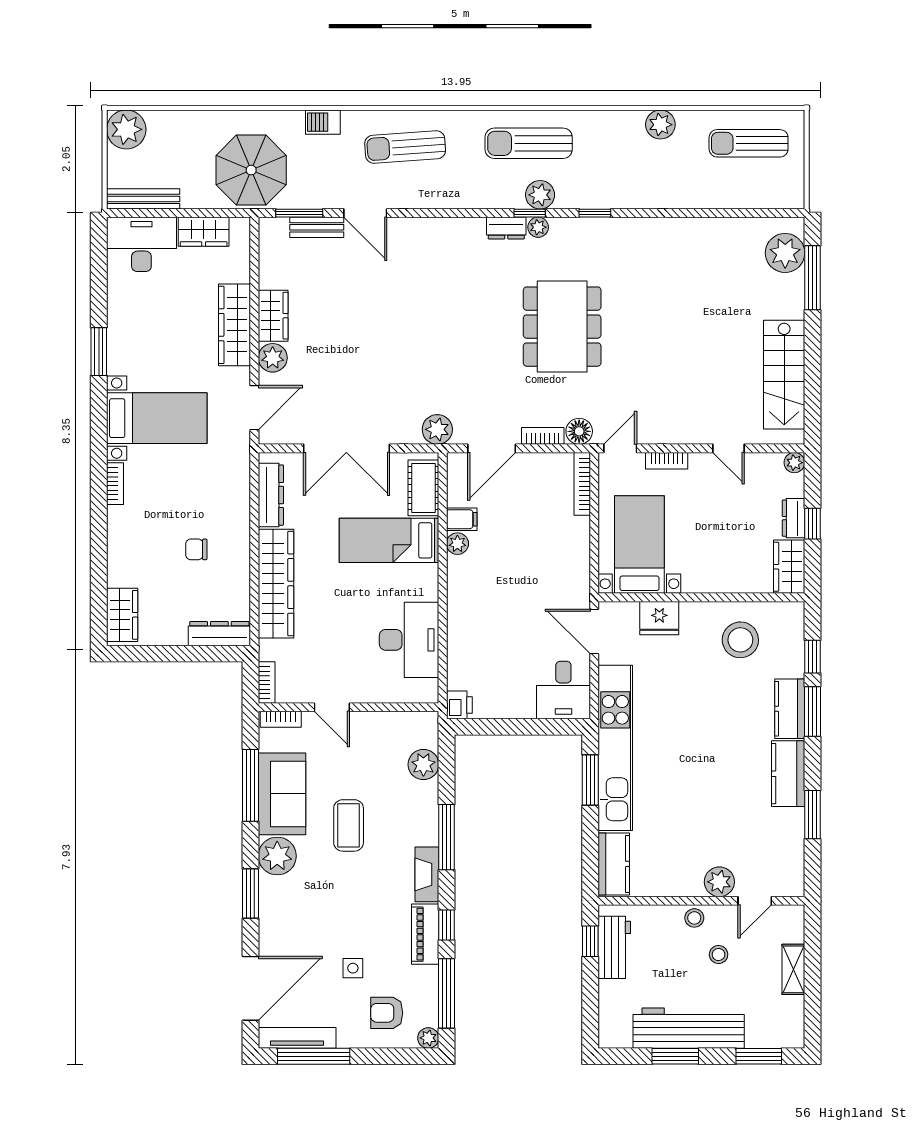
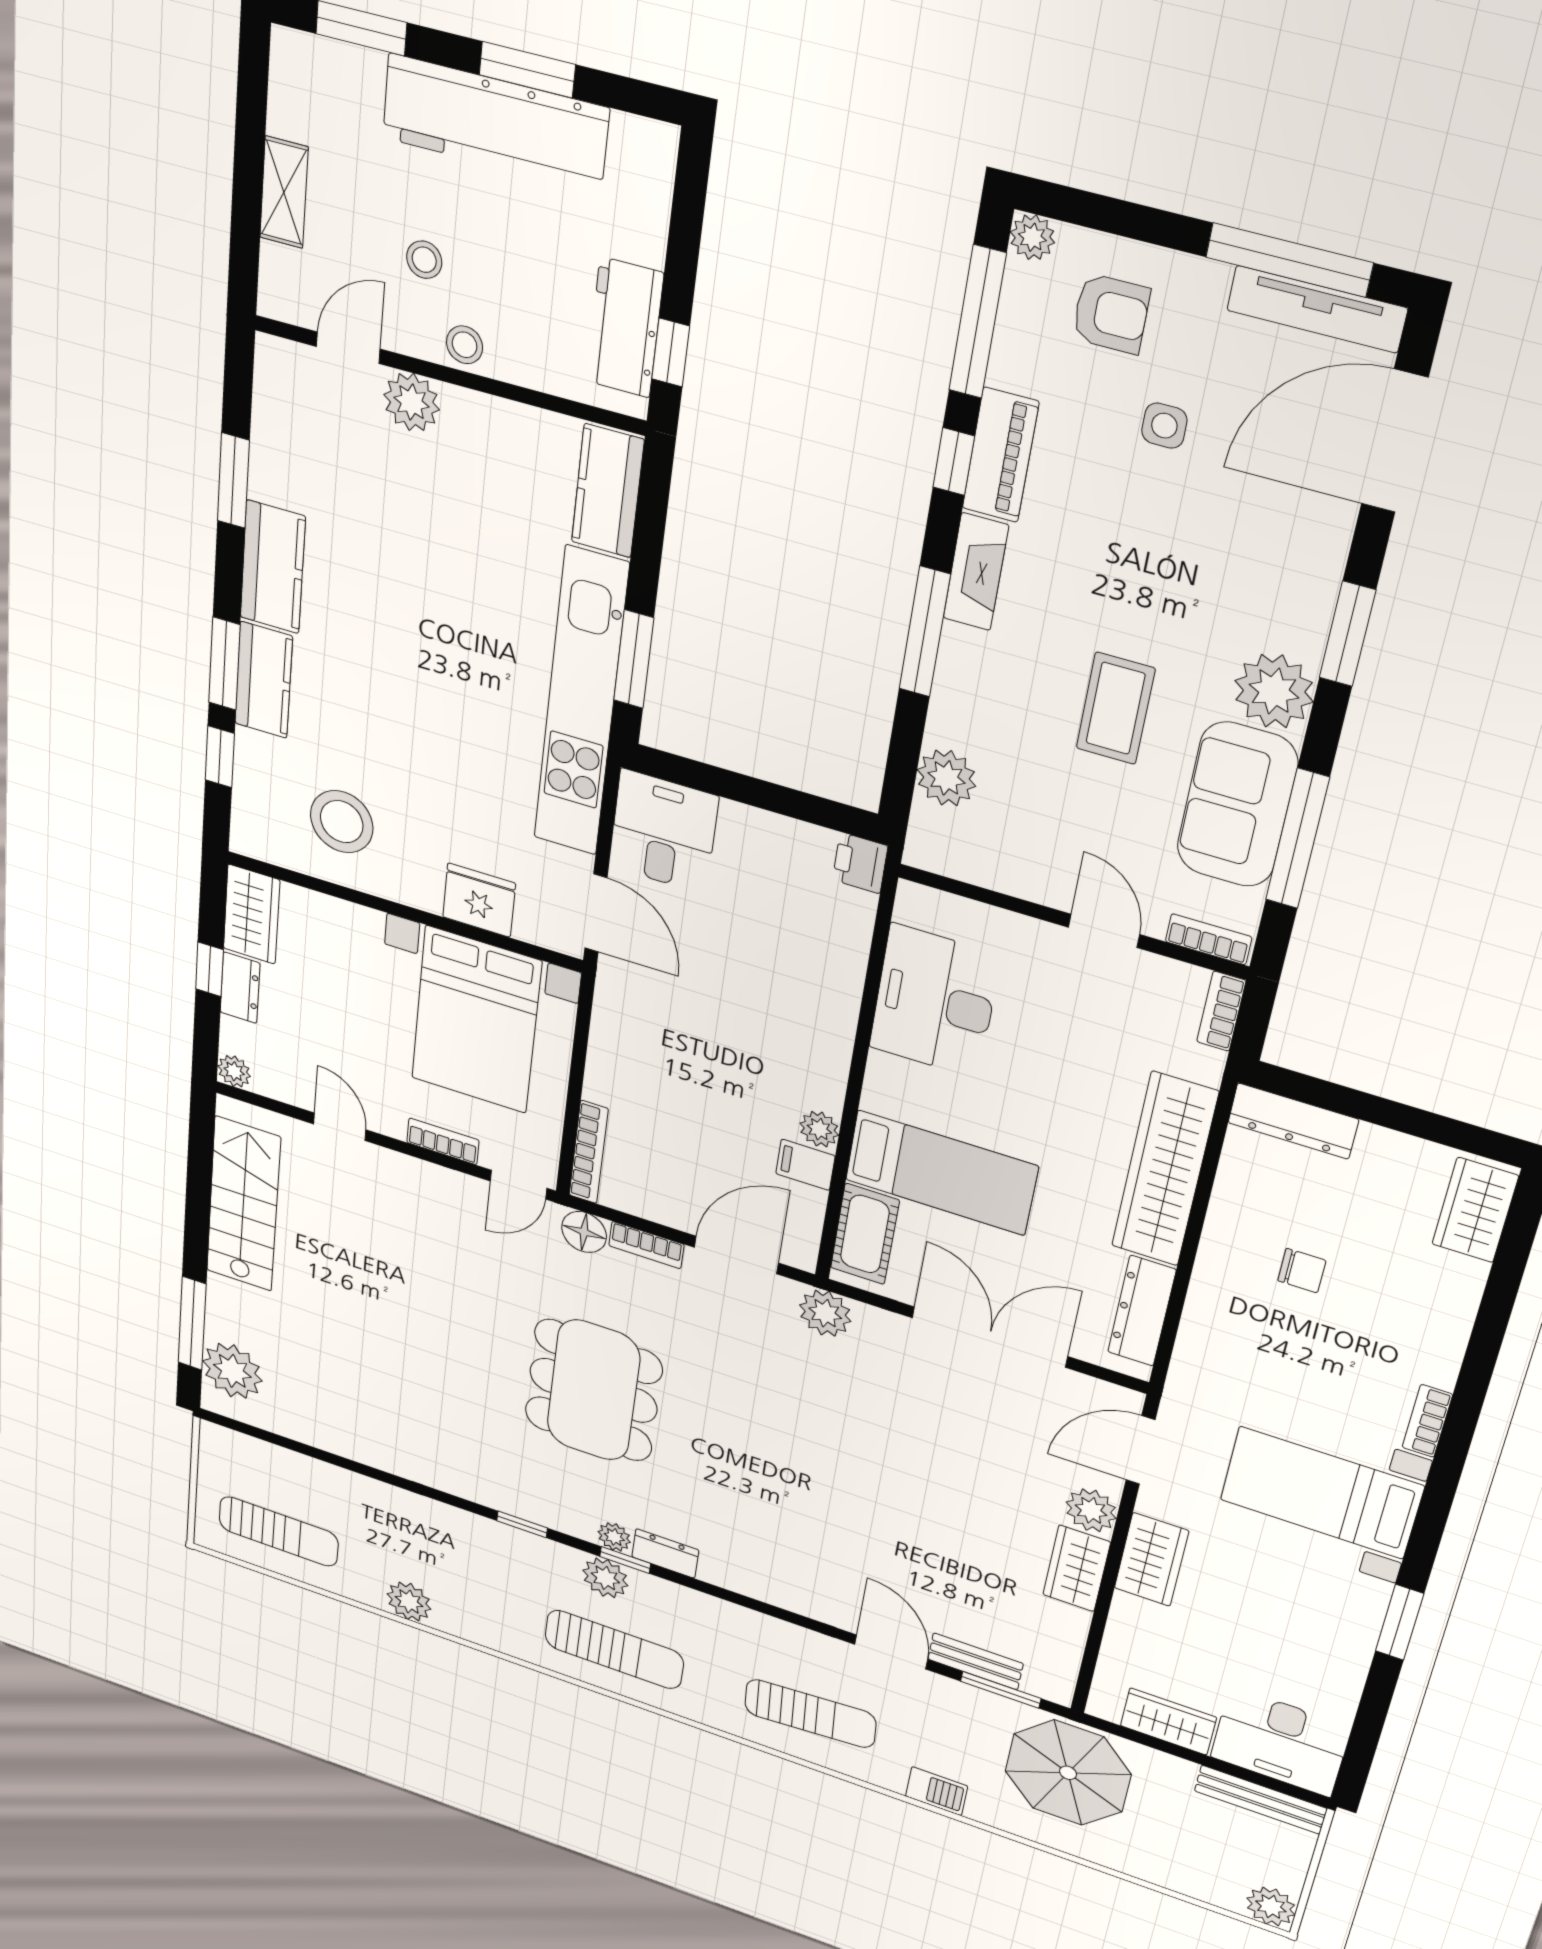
plant: (126, 129) -> (1271, 1906), width x0.73, depth x0.73
wardrobe: (235, 325) -> (1151, 1559), width x0.67
bed with nightstands: (639, 545) -> (476, 1020), width x1.36

